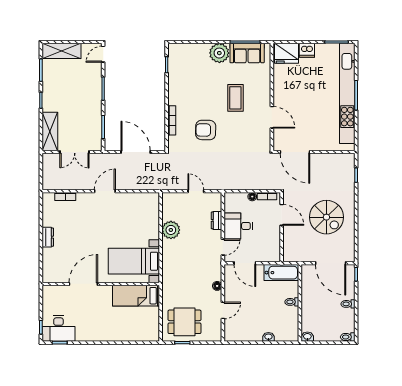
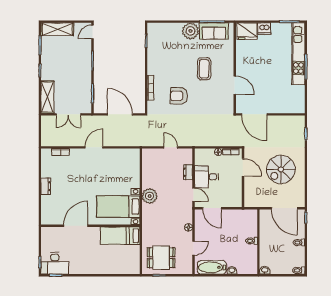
kitchen unit: (347, 93) -> (298, 54), width x0.73
spiral stairs: (326, 217) -> (281, 169), turned 90
plant: (171, 230) -> (150, 196), moved
door: (223, 247) -> (194, 195), hinge flipped
bathtub: (281, 273) -> (212, 267), moved, turned 180

